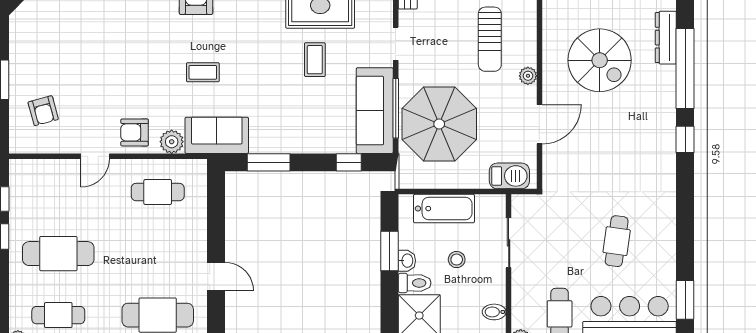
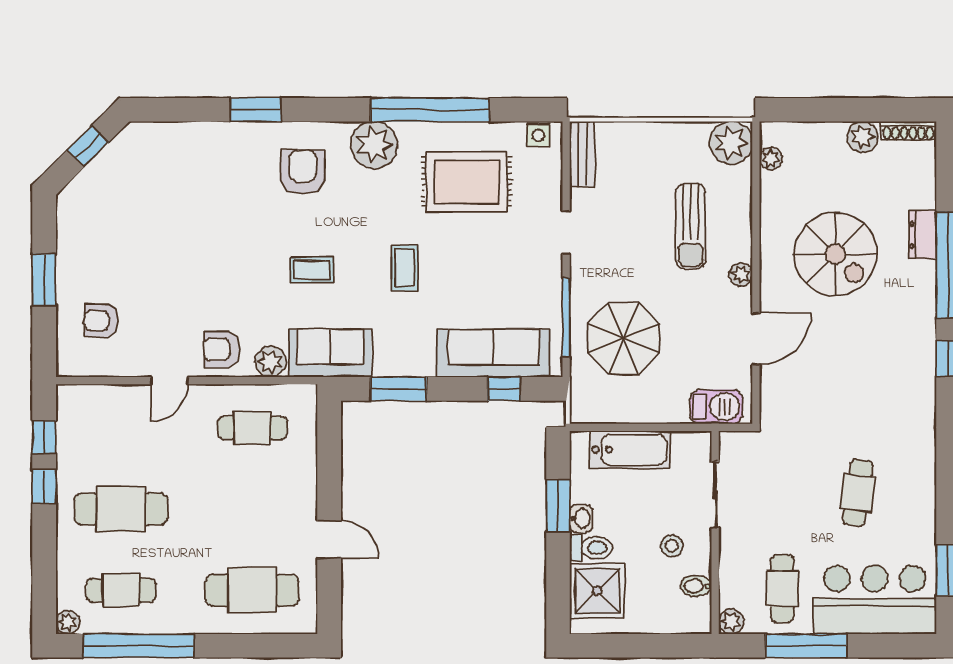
dresser: (666, 38) -> (923, 235), width x0.70
coffee table: (315, 60) -> (405, 268), moved
armchair: (43, 111) -> (101, 321), turned 107
sofa: (375, 111) -> (493, 353), moved, turned 90
parasol: (439, 124) -> (624, 338), width x0.73, depth x0.73
stool: (457, 260) -> (672, 546), moved

